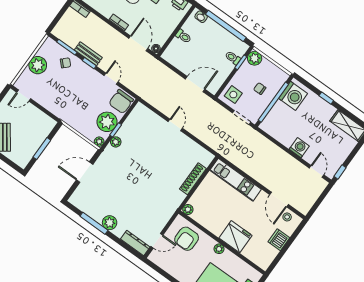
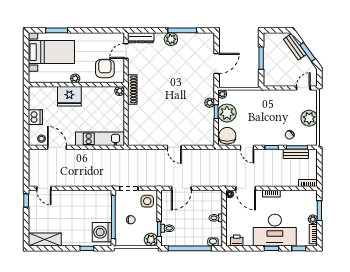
bench: (88, 54) -> (296, 154), moved
window: (326, 98) -> (87, 248), moved
washing machine: (299, 148) -> (70, 197), removed
shoe rack: (193, 179) -> (132, 89), moved

